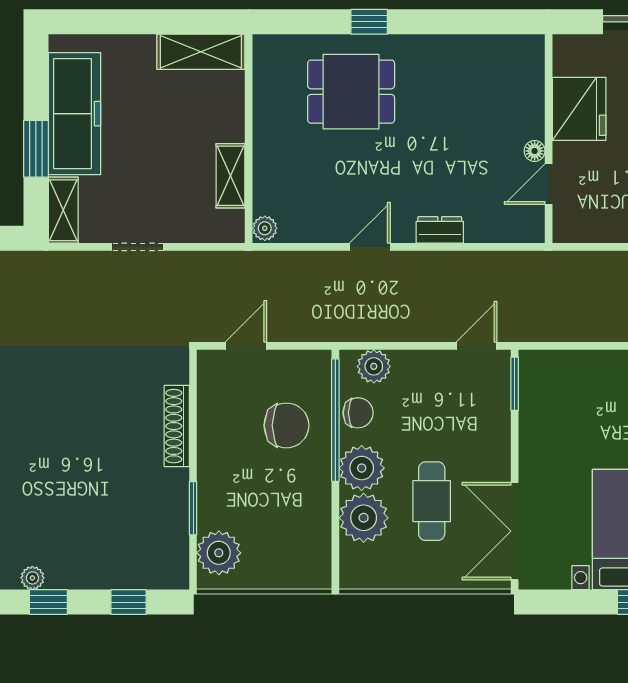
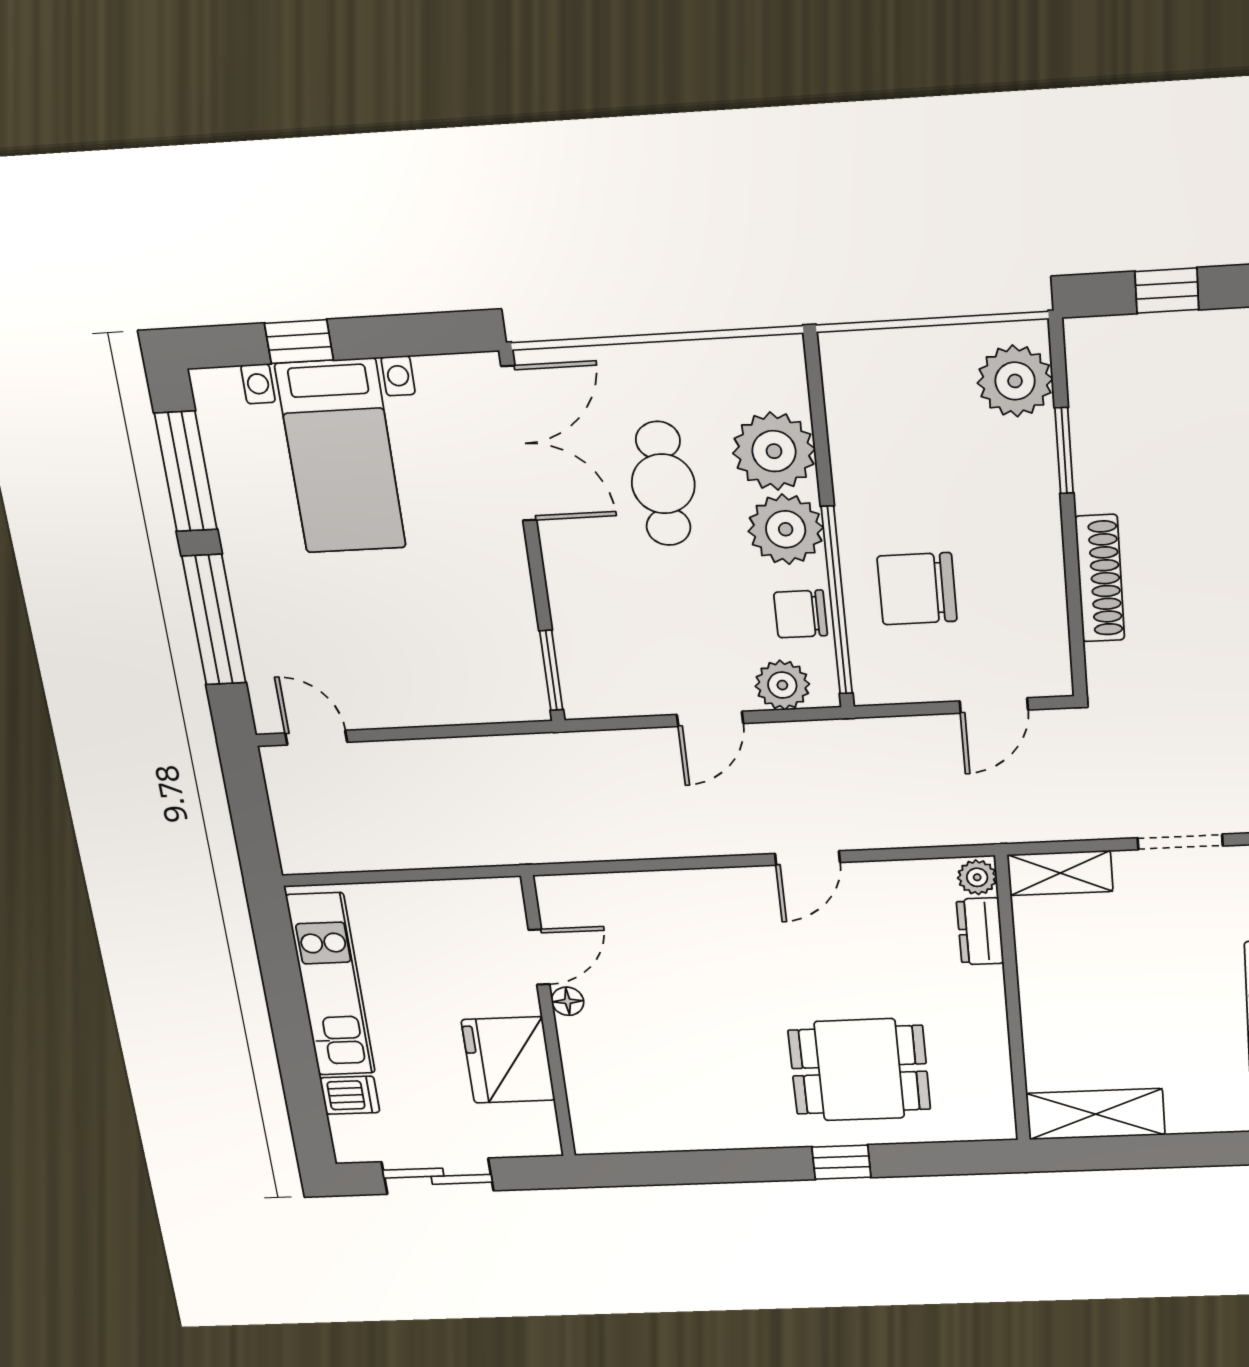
shelving: (231, 176) -> (1060, 873), moved, turned 90
dresser: (440, 230) -> (980, 931), moved, turned 90
door: (477, 346) -> (710, 719), moved

